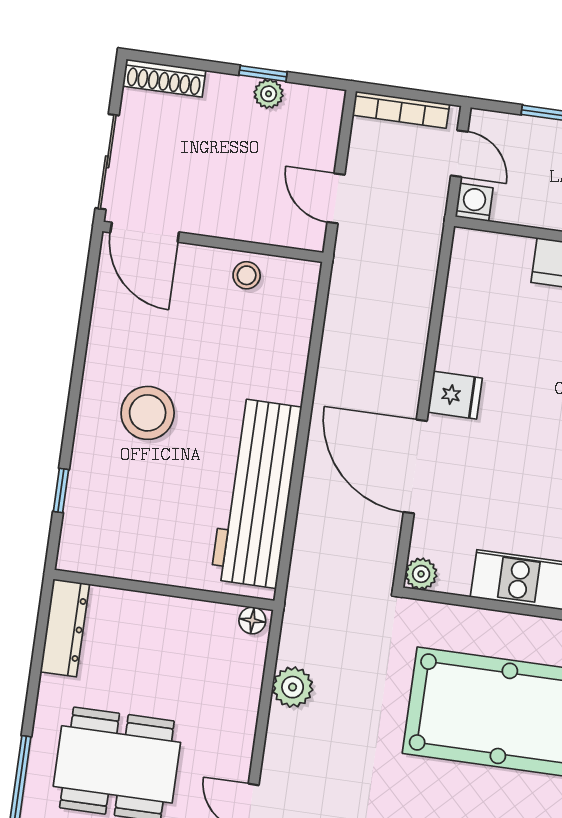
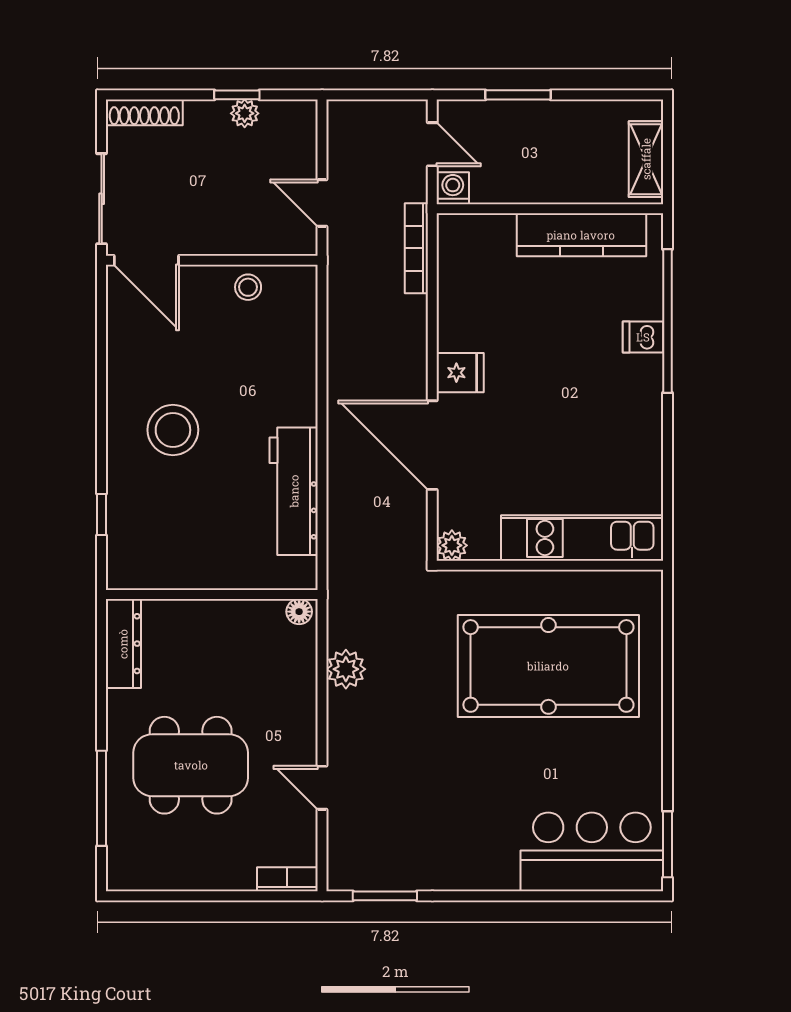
bookcase: (401, 110) -> (416, 248), moved, turned 90
workbench: (256, 493) -> (294, 491), width x0.73, depth x0.76

